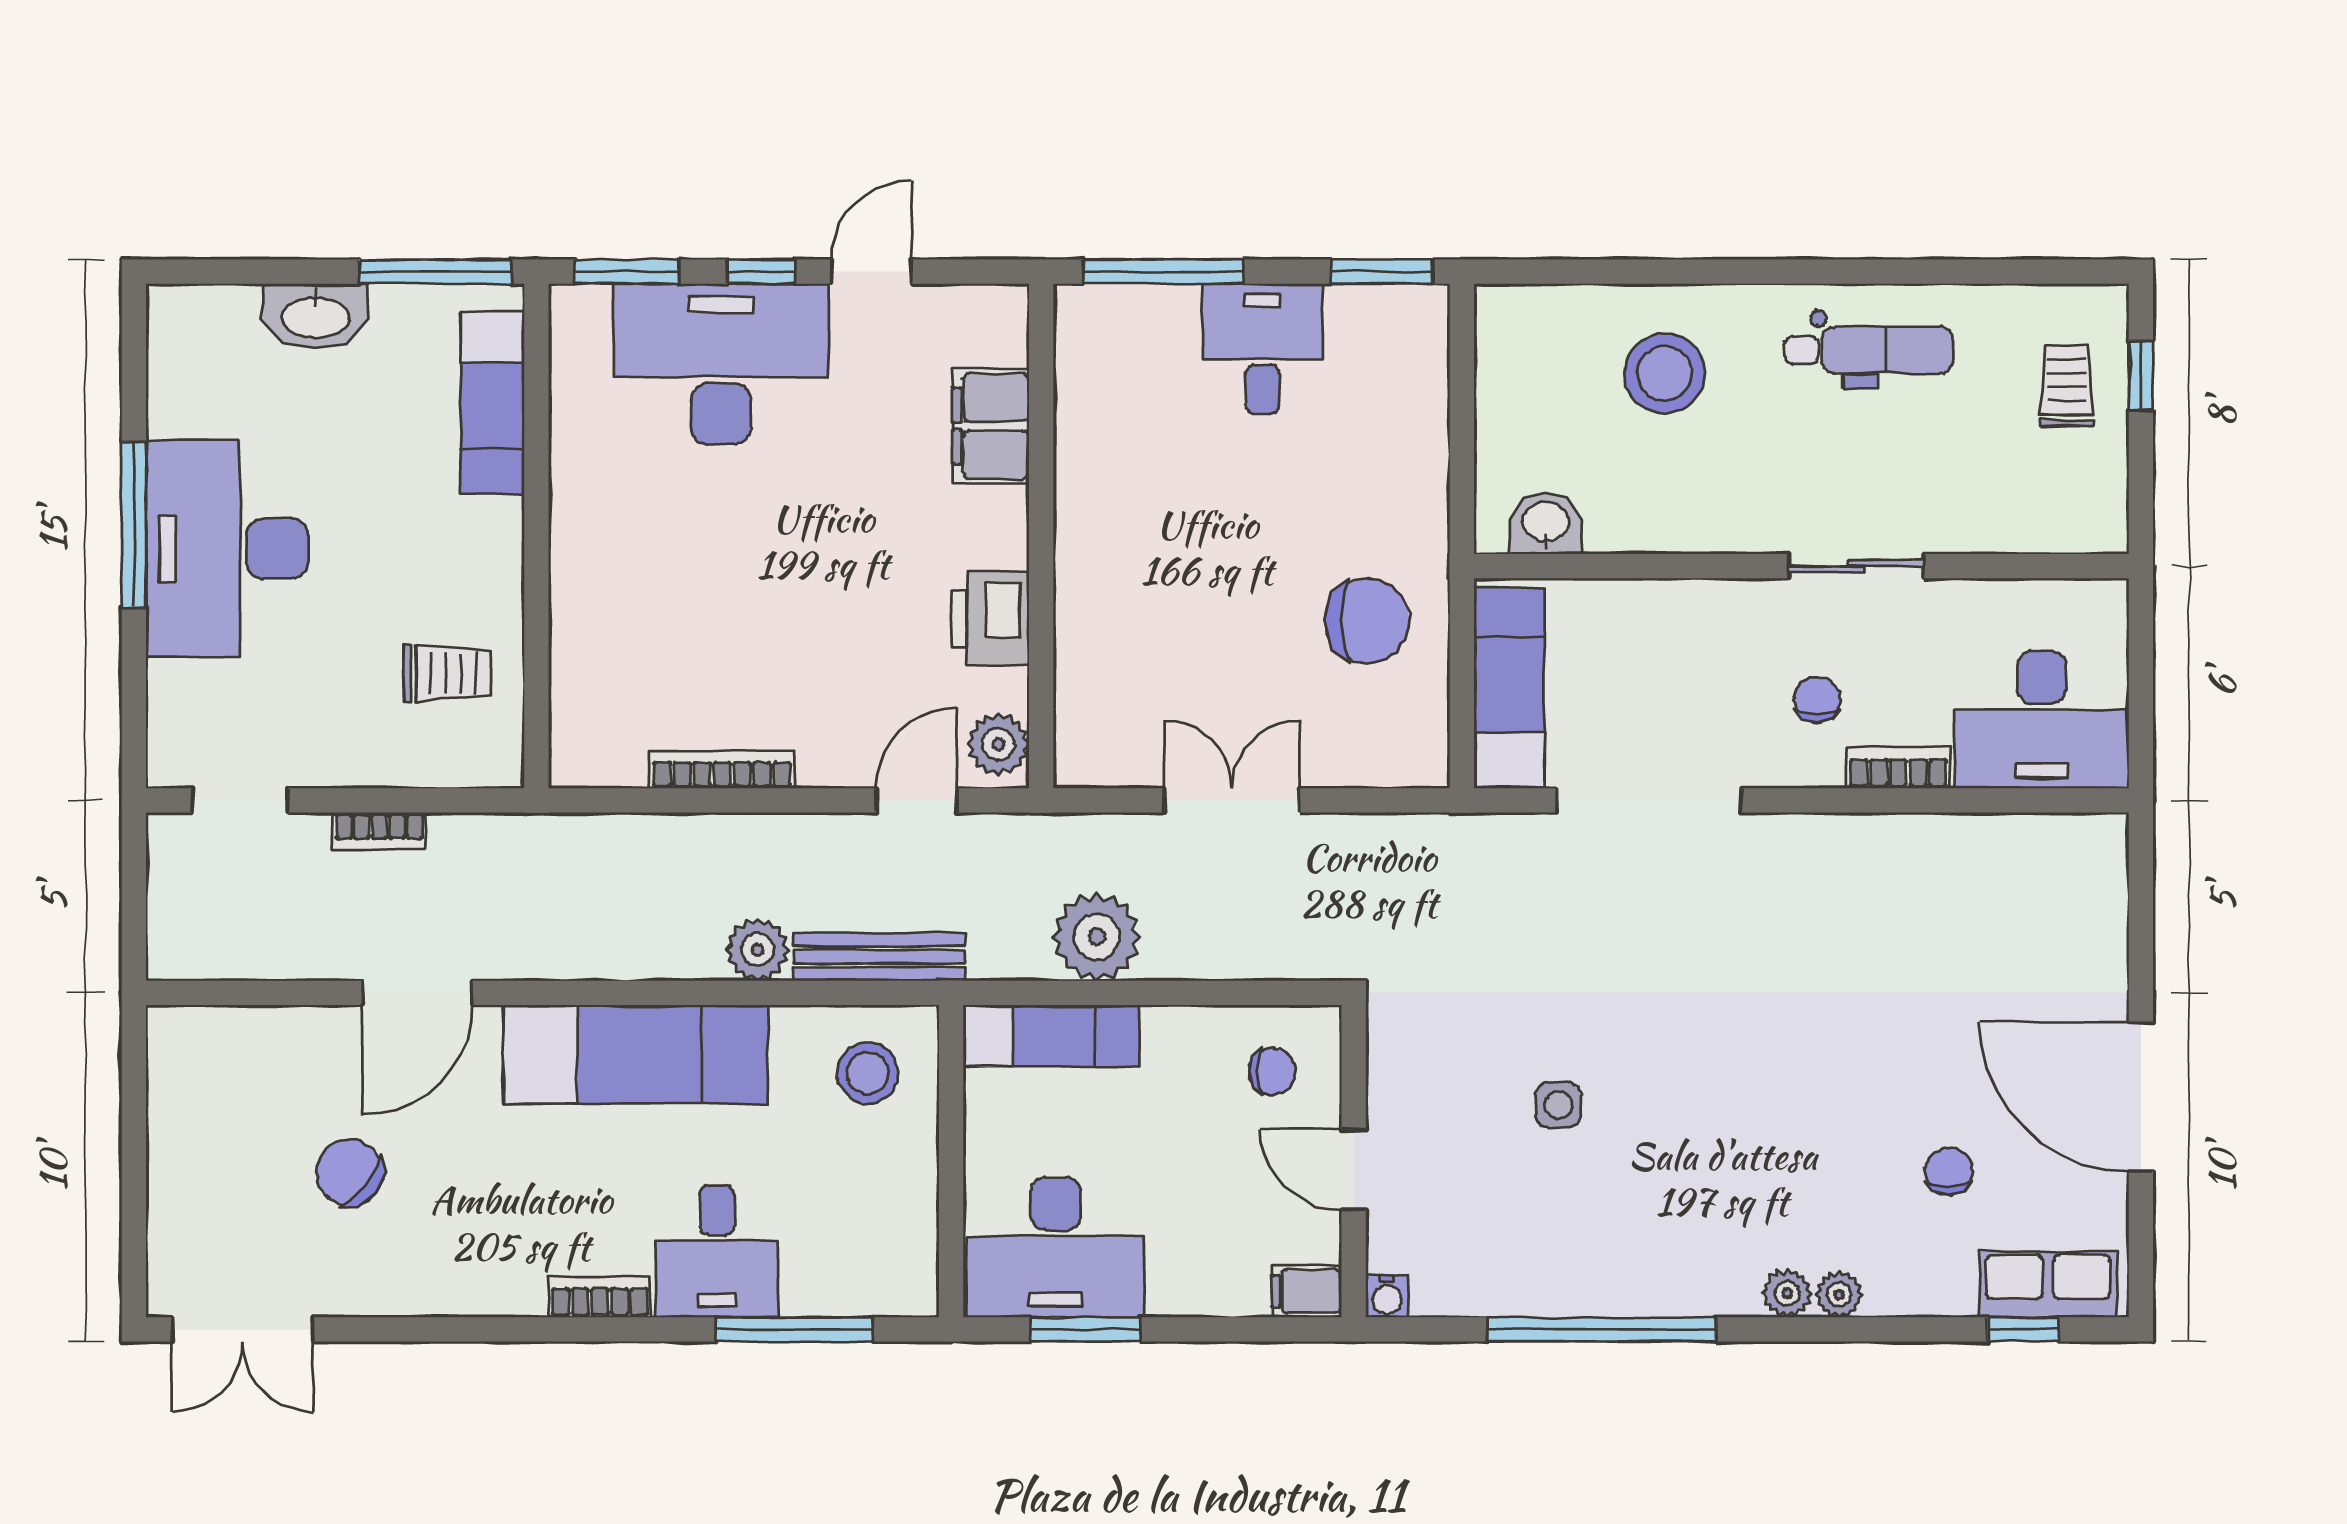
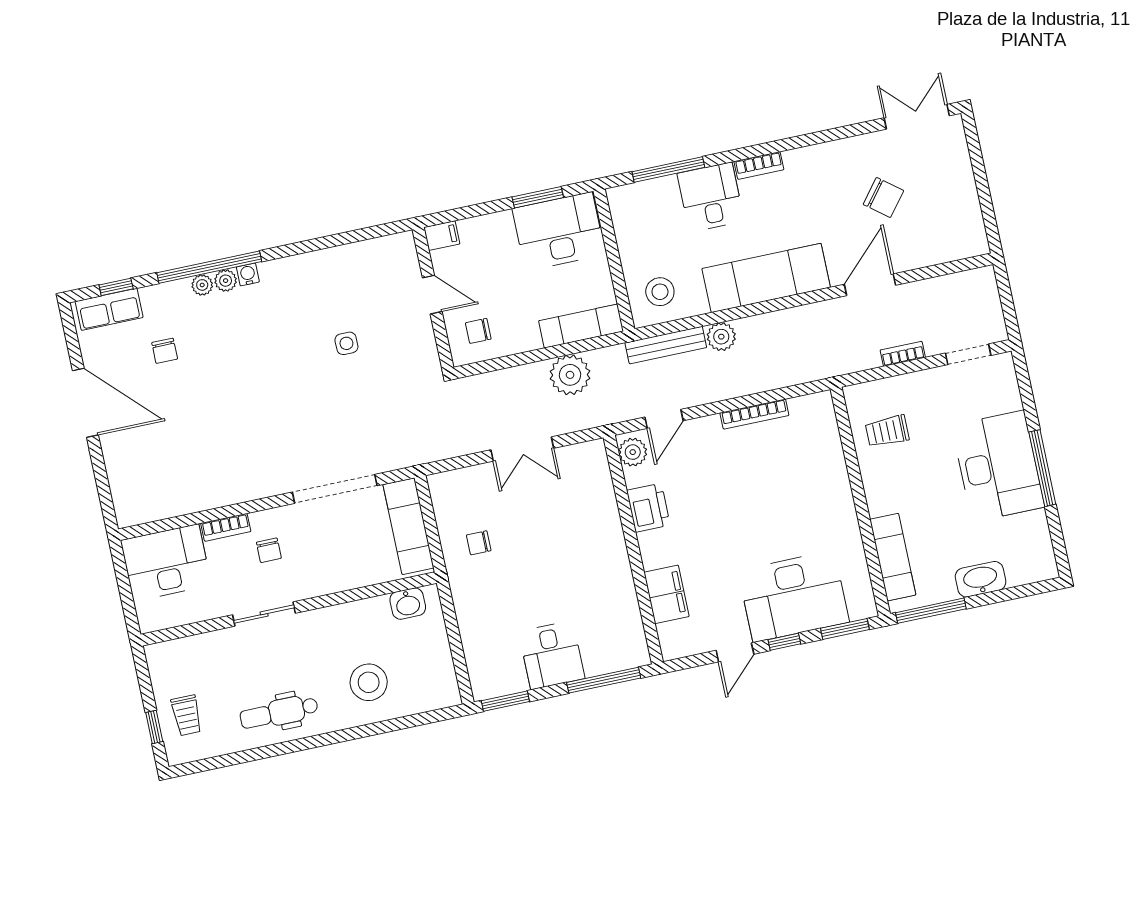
chair: (1367, 621) -> (479, 543), width x0.54, depth x0.54
water cooler: (1387, 1296) -> (248, 275), moved
window: (1602, 1329) -> (209, 267), moved

